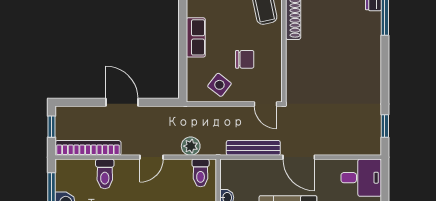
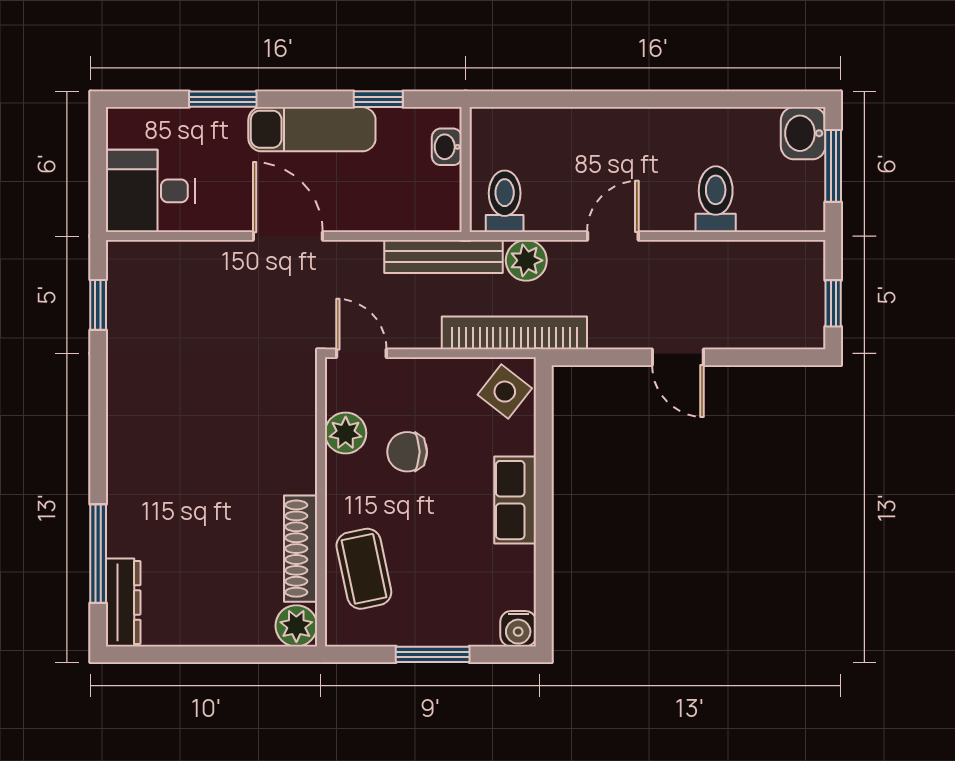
plant: (273, 68) -> (346, 433), added
side table: (219, 85) -> (505, 392), moved
door: (122, 102) -> (678, 357), width x0.73
bookcase: (88, 148) -> (514, 333), moved, turned 180
bench: (253, 148) -> (444, 256), moved

